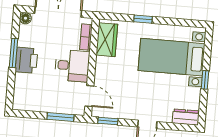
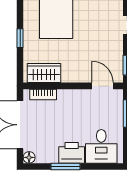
desk: (72, 66) -> (101, 146), moved, turned 180
door: (89, 96) -> (103, 86), hinge flipped

